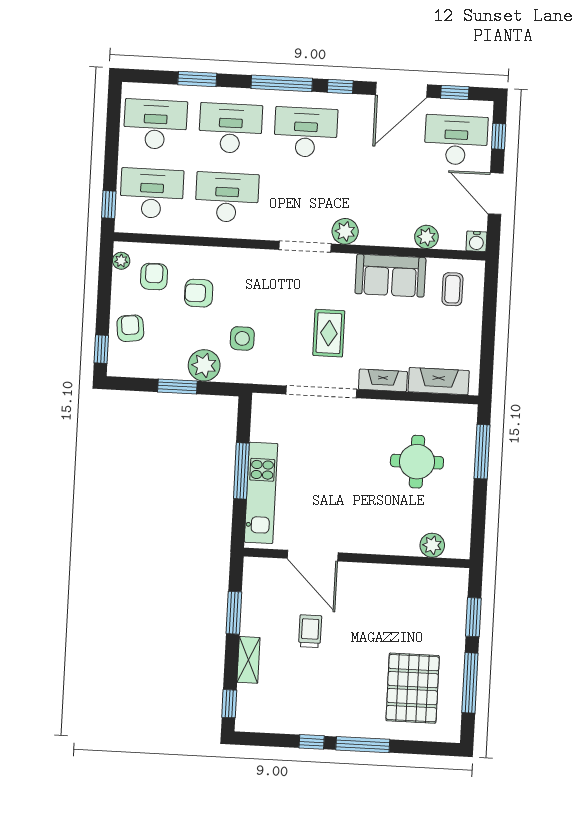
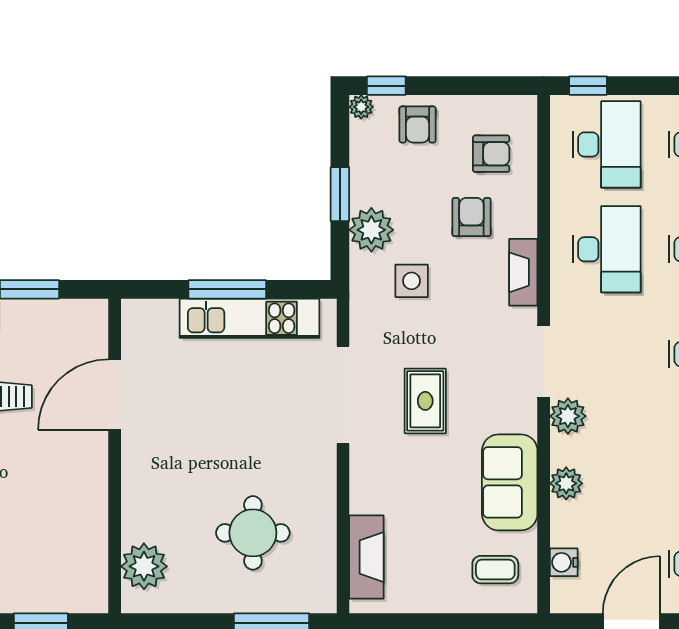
plant: (426, 237) -> (566, 483), moved
water cooler: (476, 241) -> (564, 562), moved
plant: (121, 261) -> (361, 107), moved
armchair: (130, 328) -> (418, 124), turned 97
rug: (329, 333) -> (425, 401), turned 90
fireplace: (383, 380) -> (523, 272), moved, turned 180
kitchen unit: (261, 493) -> (249, 318), moved
plant: (432, 545) -> (144, 566), width x1.36, depth x1.36

